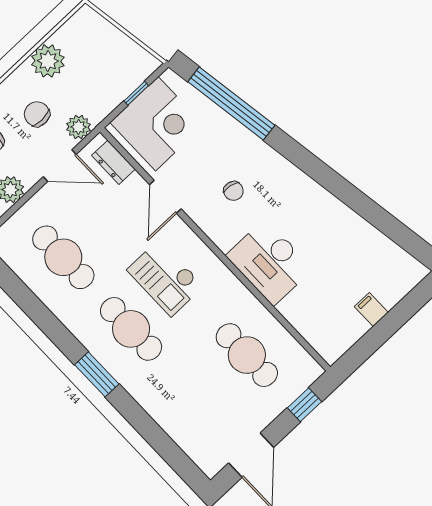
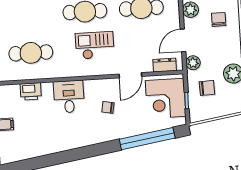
chair: (37, 114) -> (207, 88), moved
door: (165, 197) -> (130, 75), swing flipped
desk: (269, 262) -> (69, 97), width x0.73
printer: (298, 312) -> (31, 91), added

